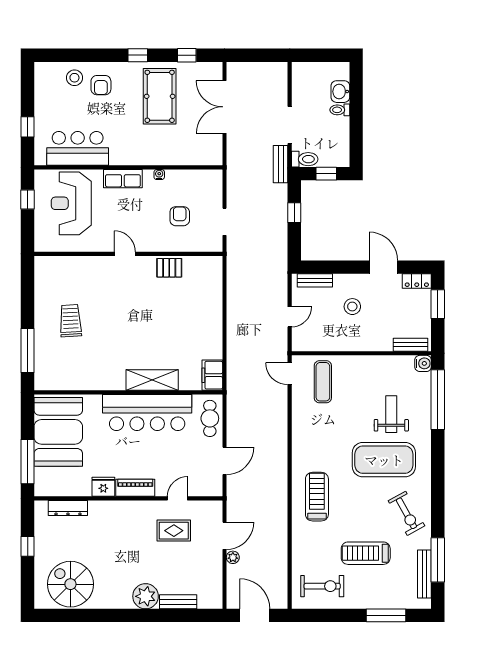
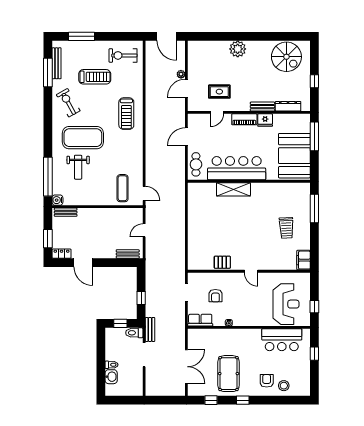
row of seats: (123, 179) -> (200, 320), moved
stool: (352, 307) -> (103, 237), removed
filing cabinet: (212, 375) -> (303, 260), moved, turned 180
bench: (178, 602) -> (262, 107), moved

